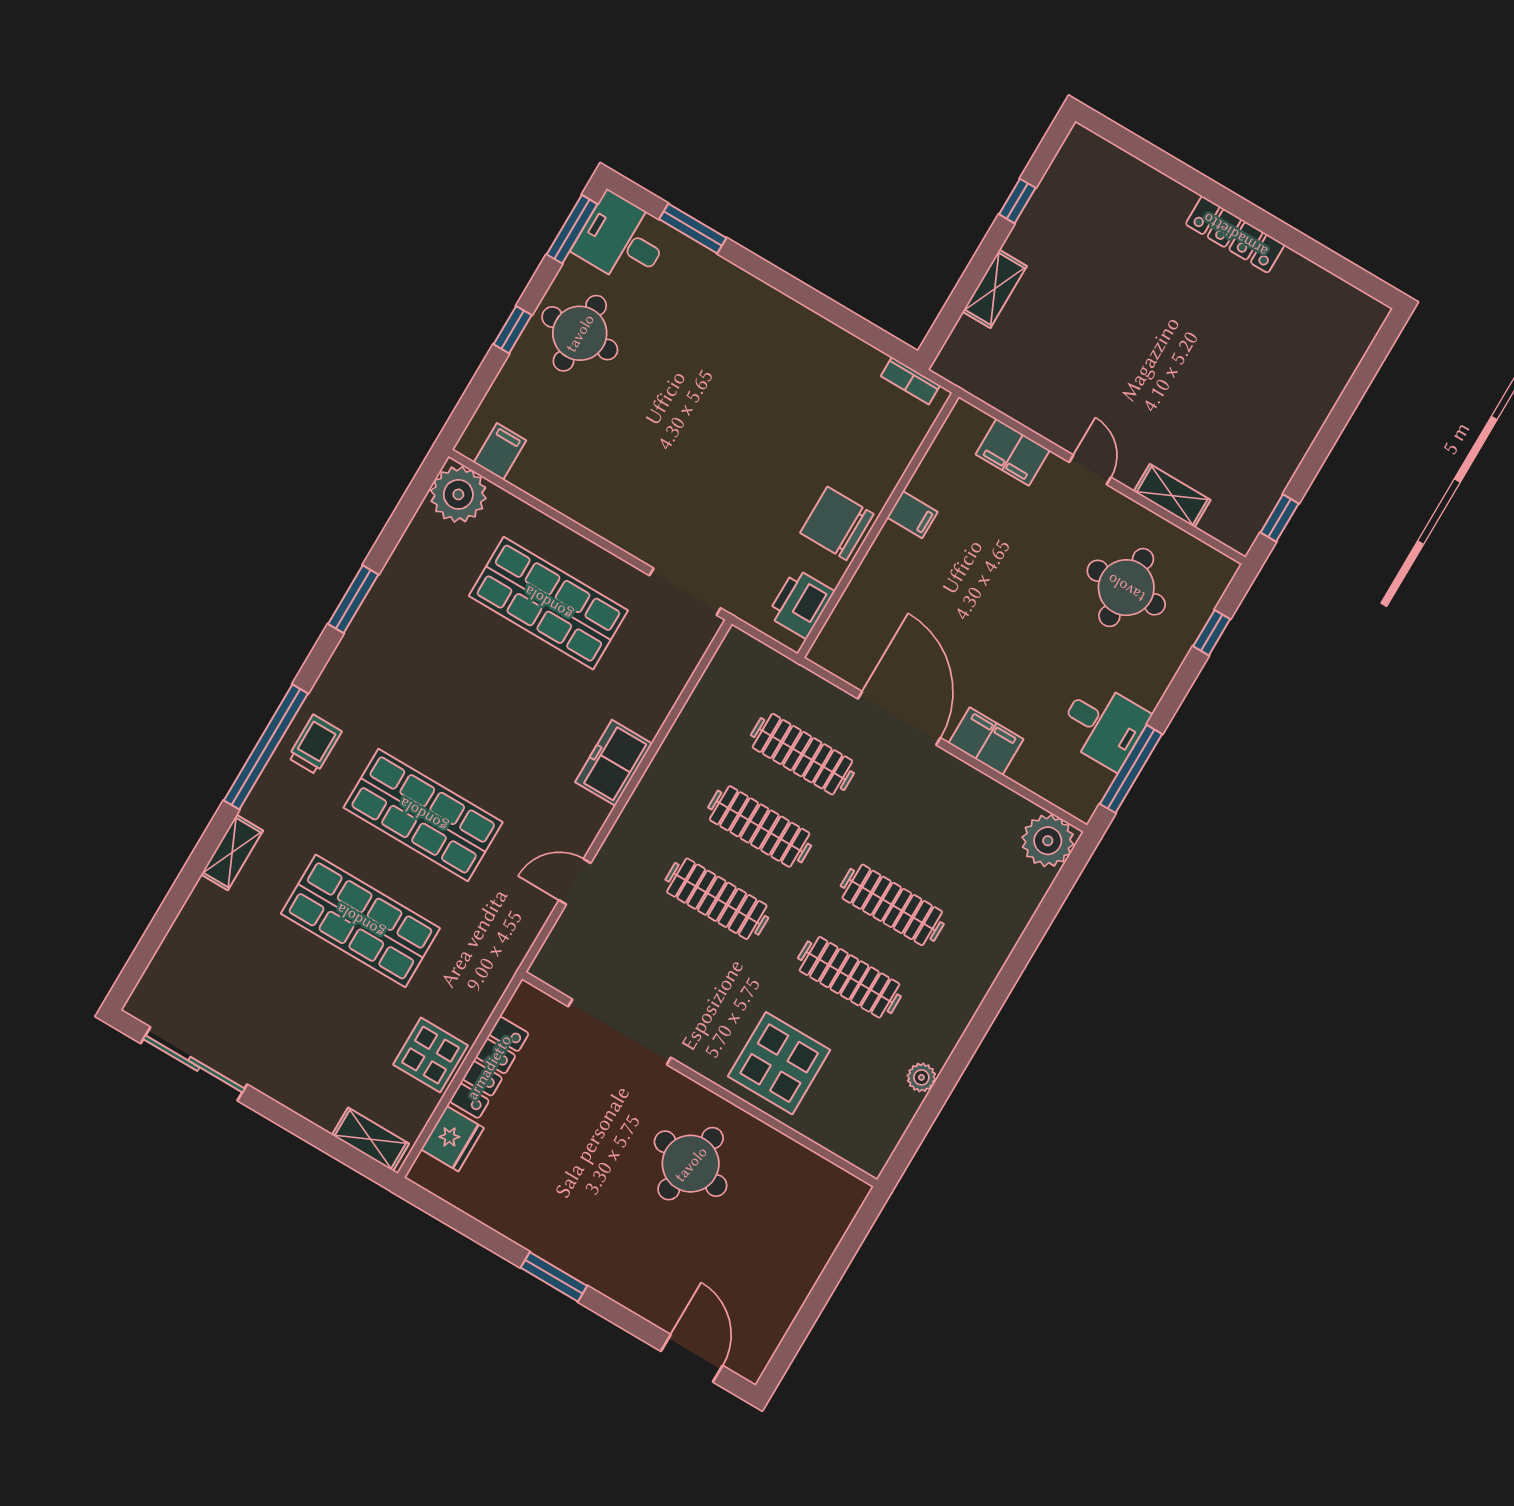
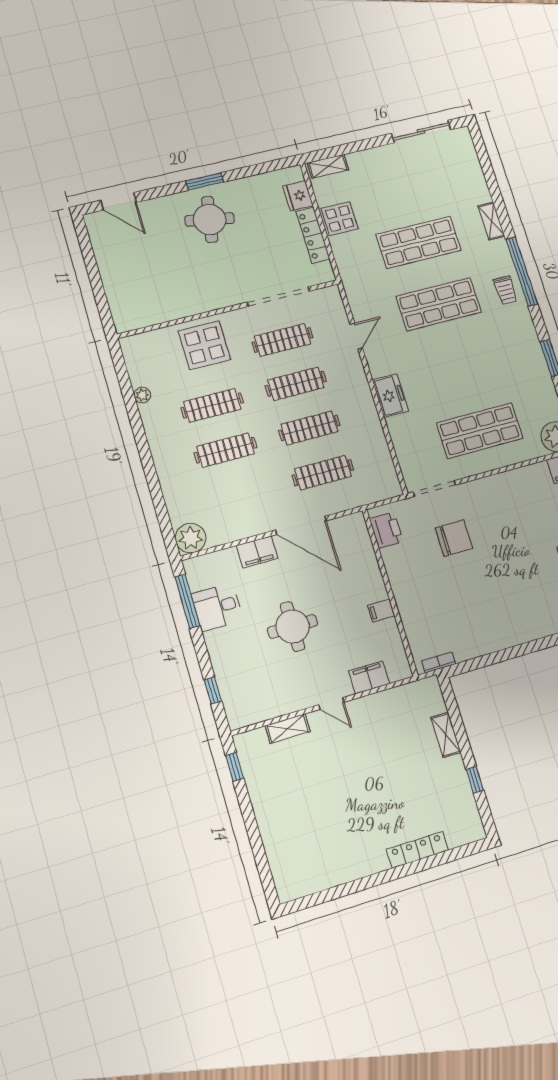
locker: (1235, 235) -> (417, 850), moved
chair: (837, 523) -> (454, 538), moved
round table: (1126, 588) -> (293, 627), moved
clothes rail: (674, 971) -> (283, 340), added
round table: (691, 1164) -> (210, 219), moved

